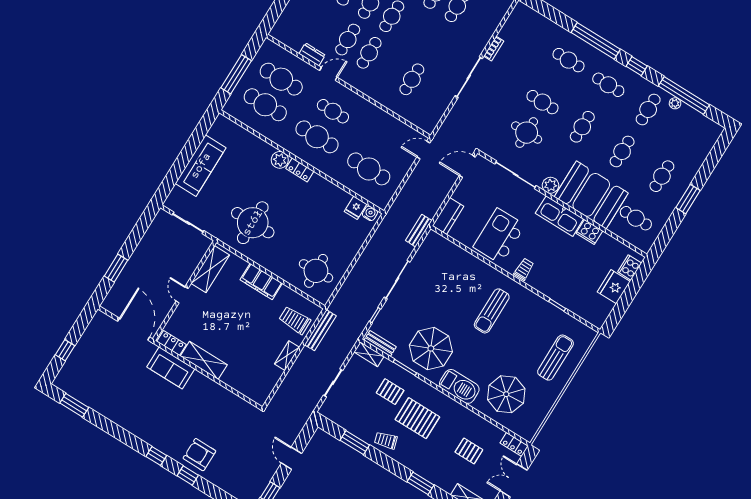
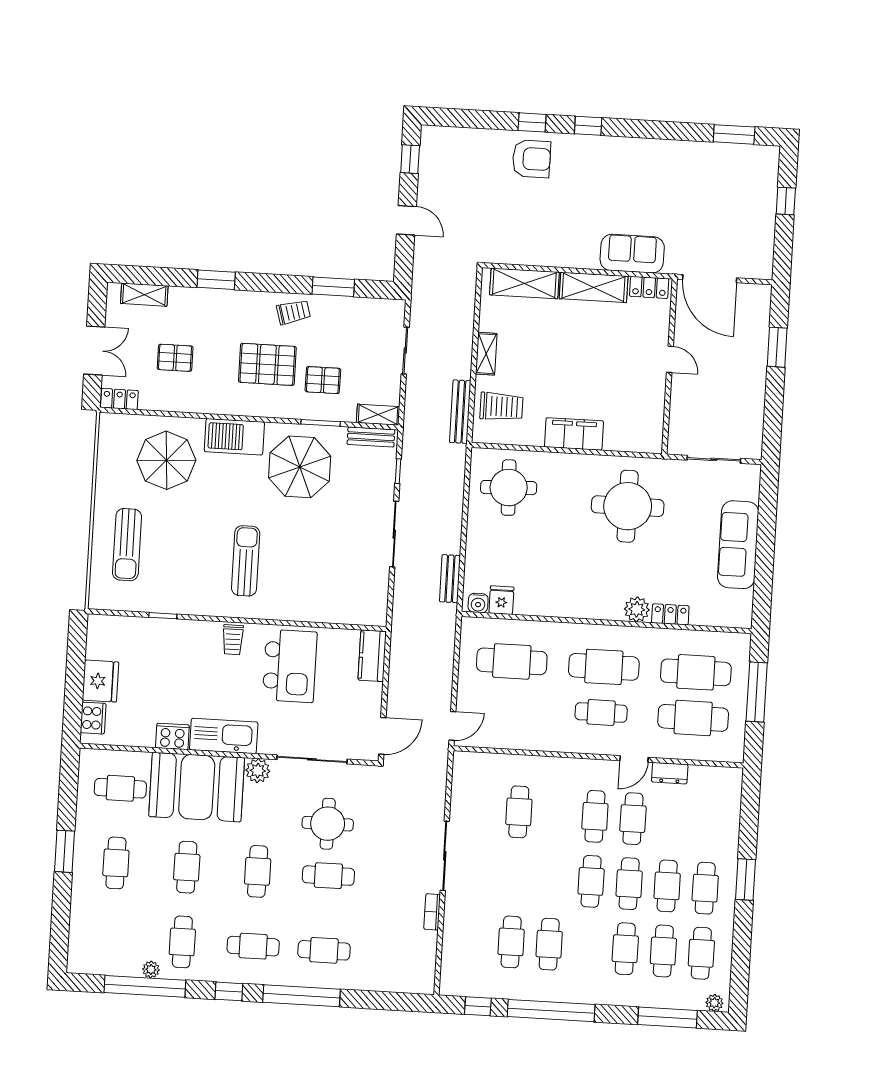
locker: (300, 170) -> (670, 614), moved
bench: (419, 231) -> (450, 579), moved
shelving: (210, 269) -> (524, 283), moved, turned 90

